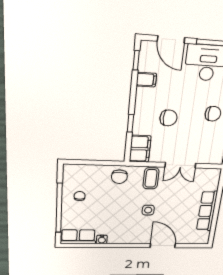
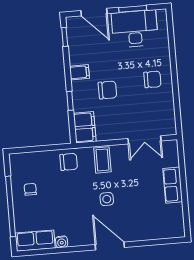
filing cabinet: (146, 80) -> (79, 72), moved
double door: (180, 165) -> (145, 140), moved
chair: (119, 177) -> (69, 162), turned -90
row of seats: (207, 211) -> (173, 185), width x0.68
door: (163, 246) -> (110, 246), moved

